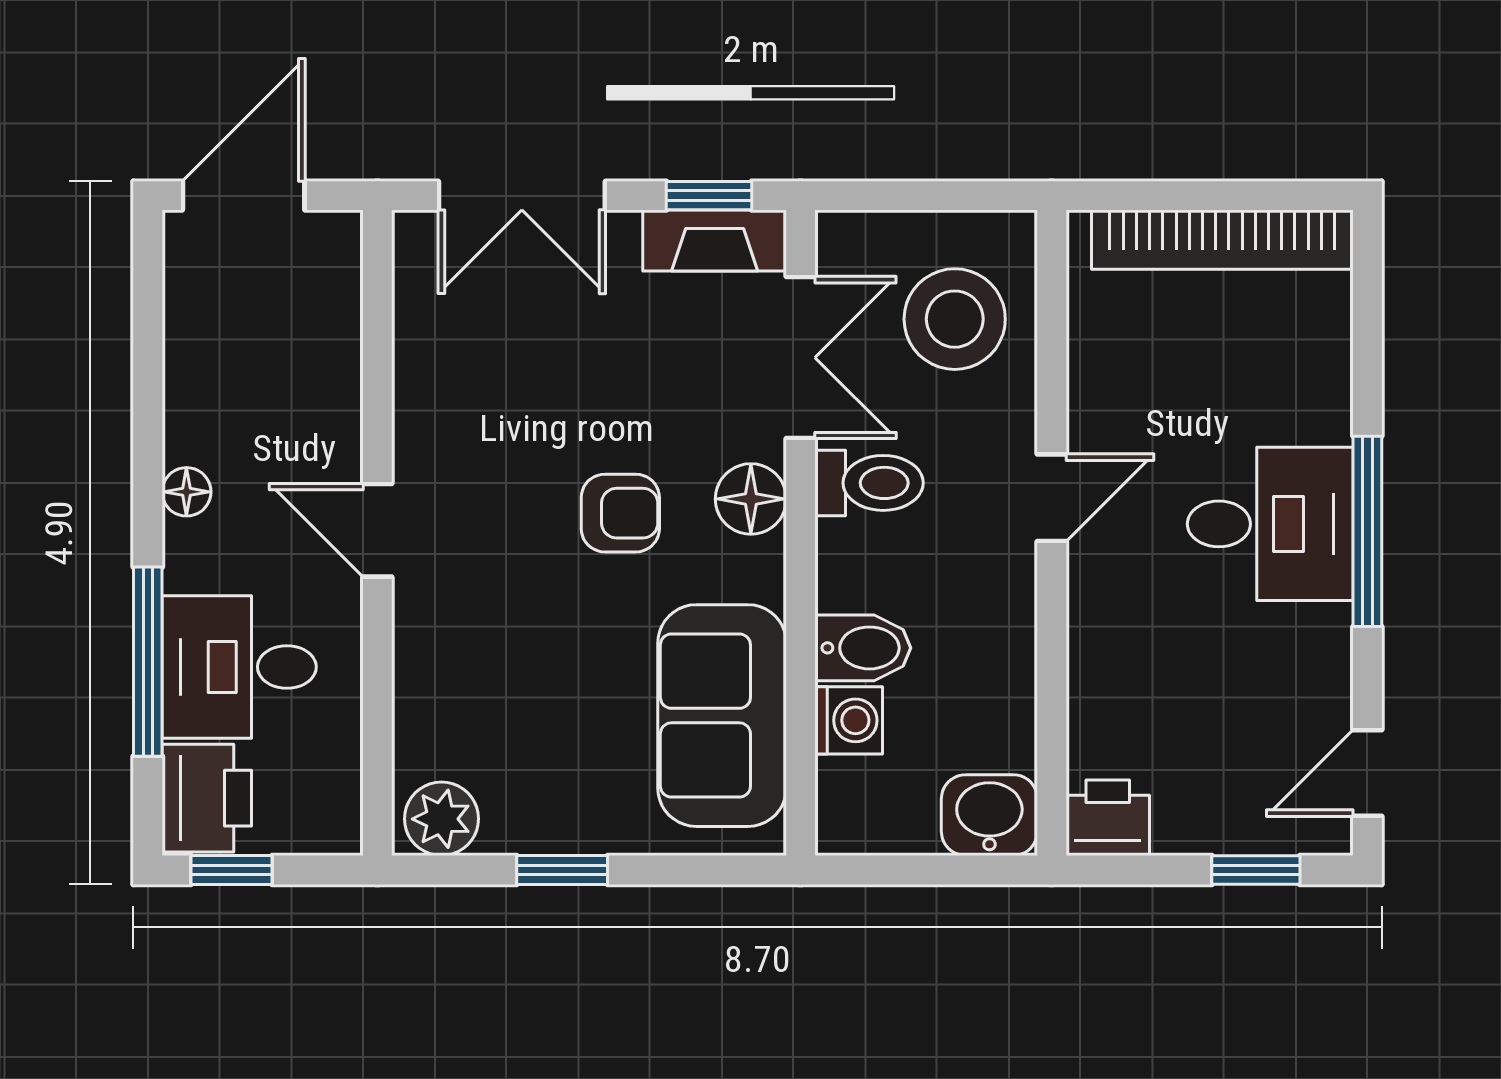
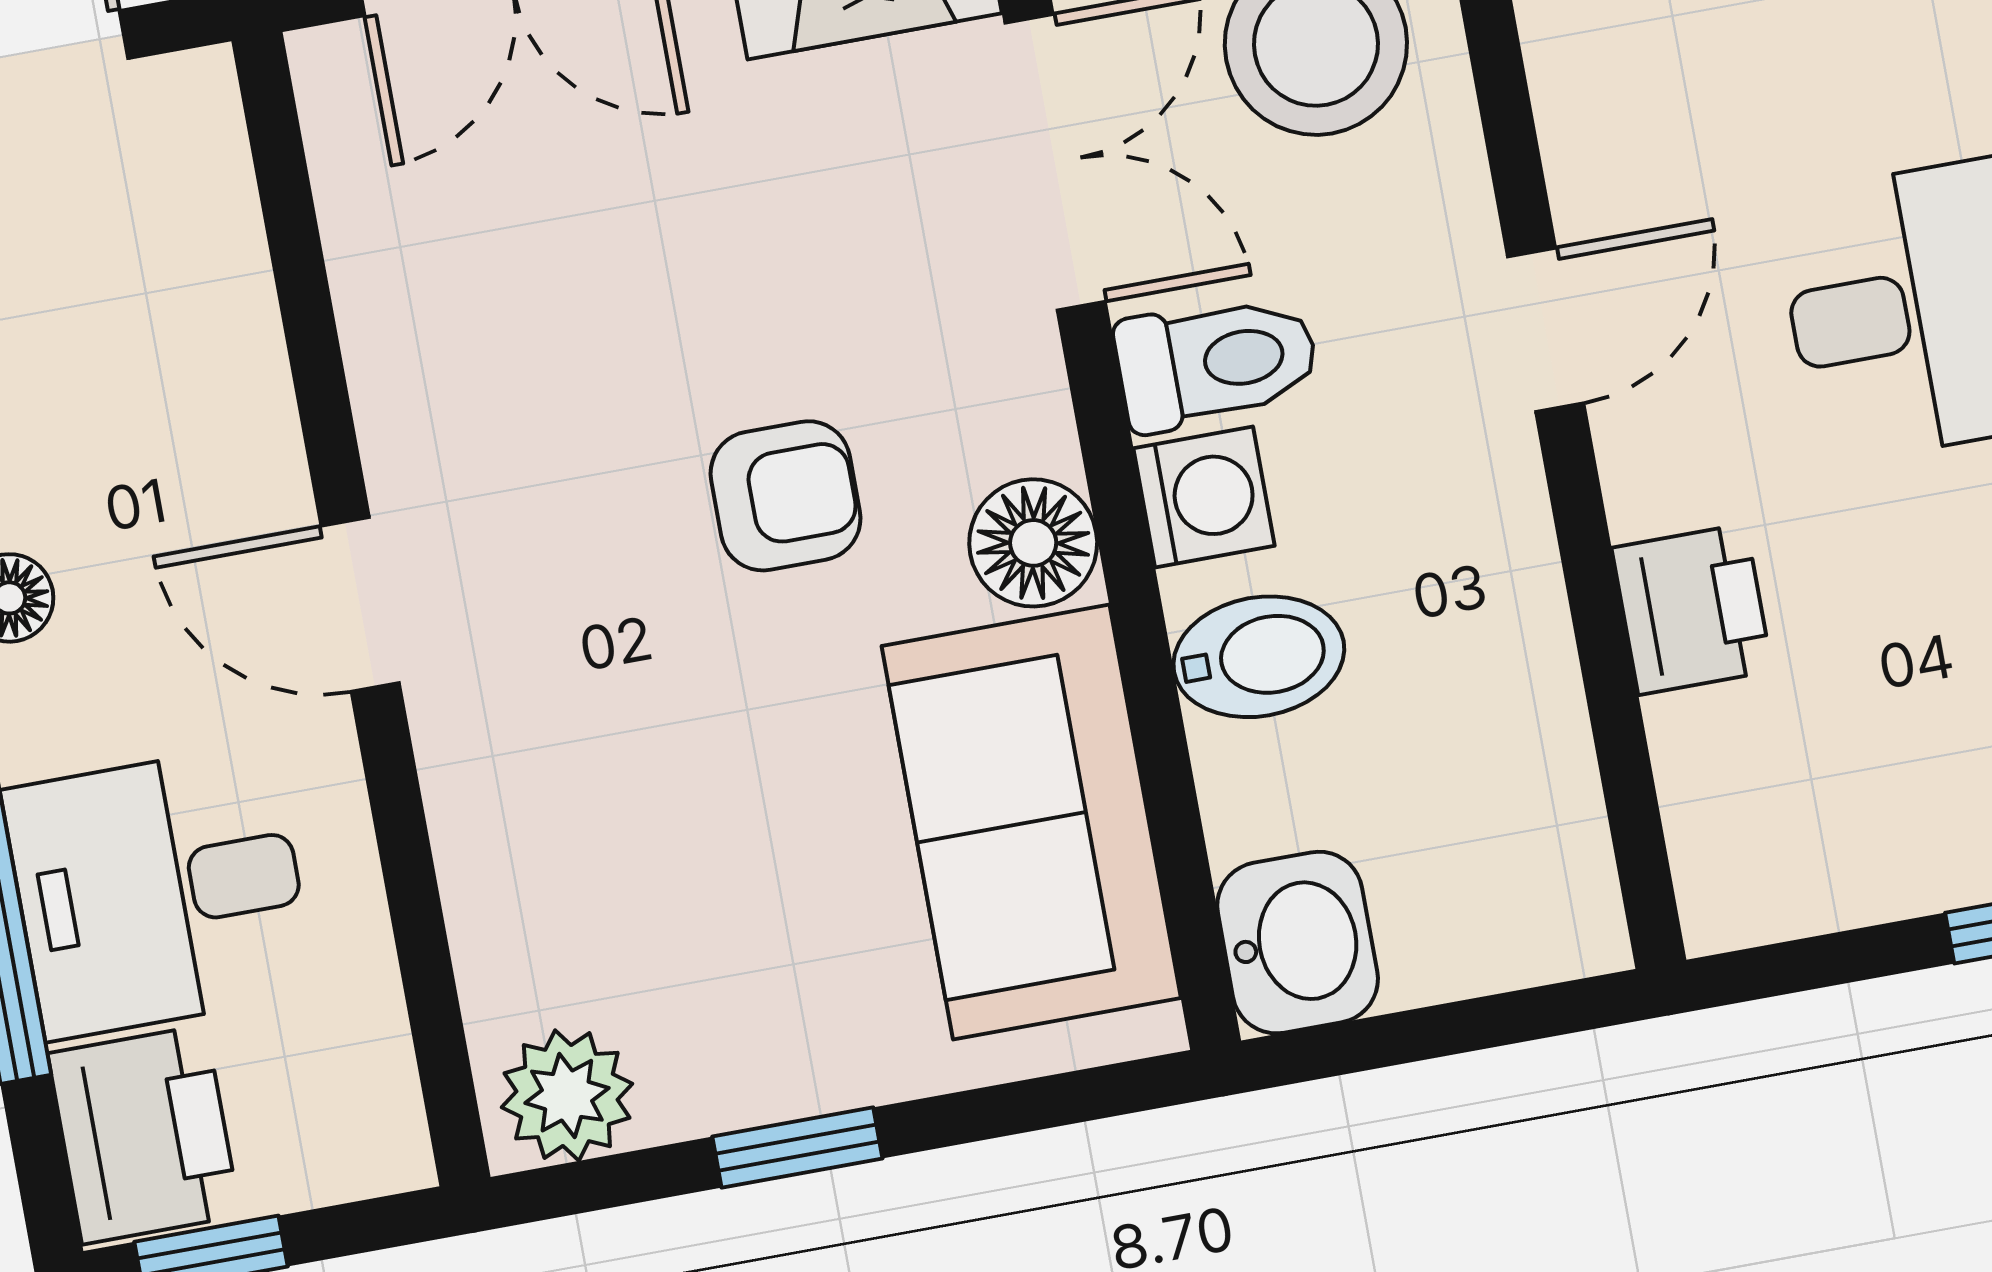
floor lamp: (751, 499) -> (1033, 543), moved
washing machine: (849, 720) -> (1204, 497), moved
washbasin: (989, 815) -> (1298, 943), moved, turned 90
printer: (1108, 818) -> (1692, 609), moved, turned 90

